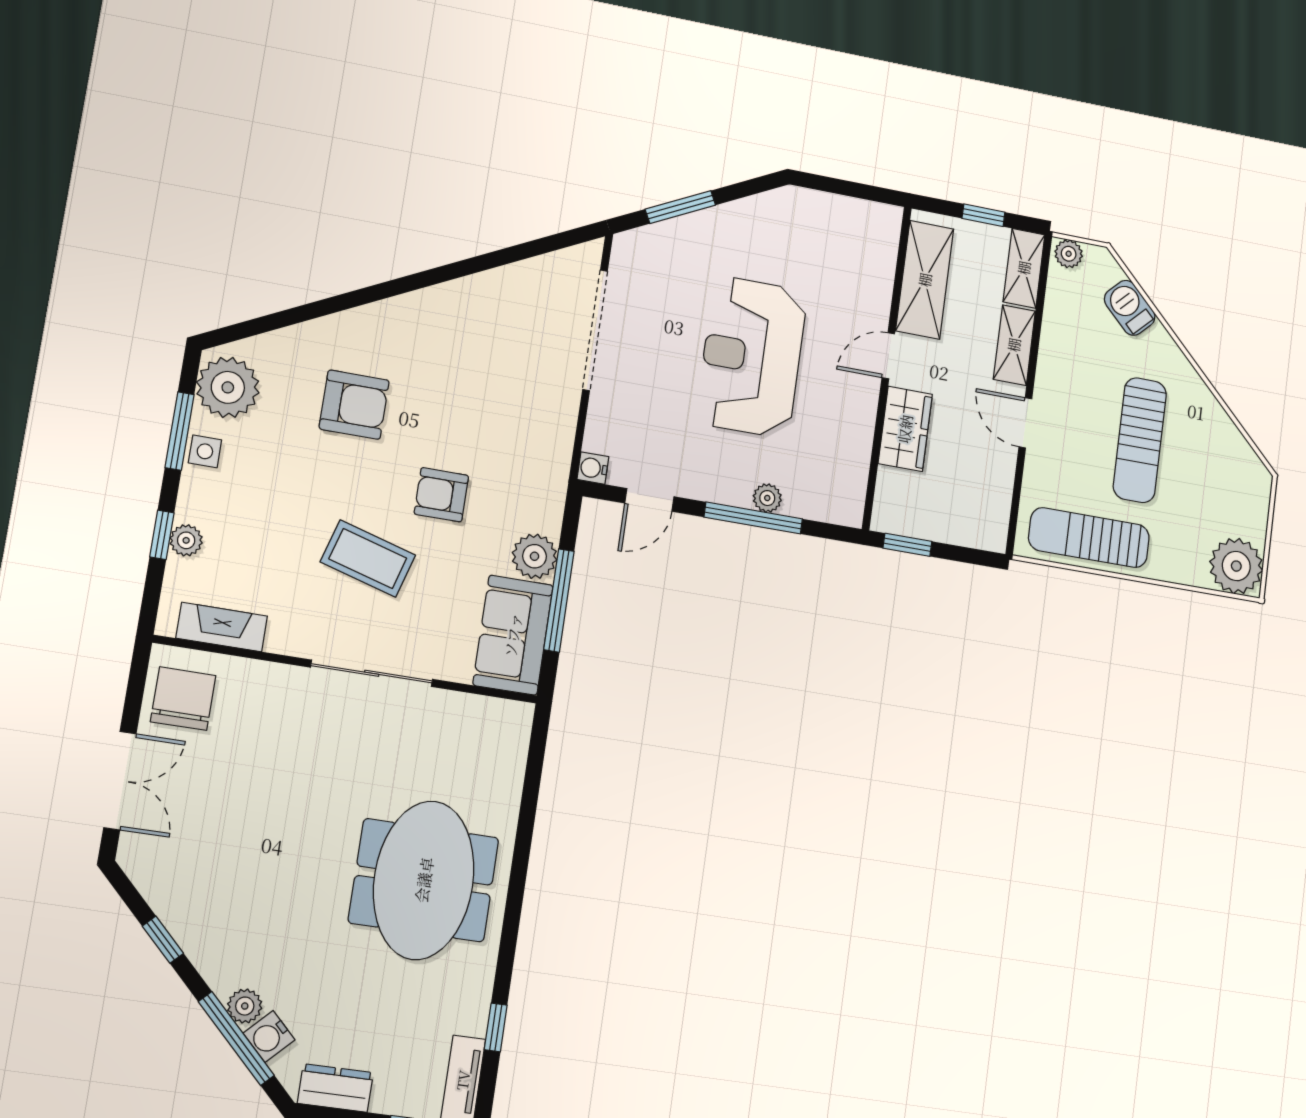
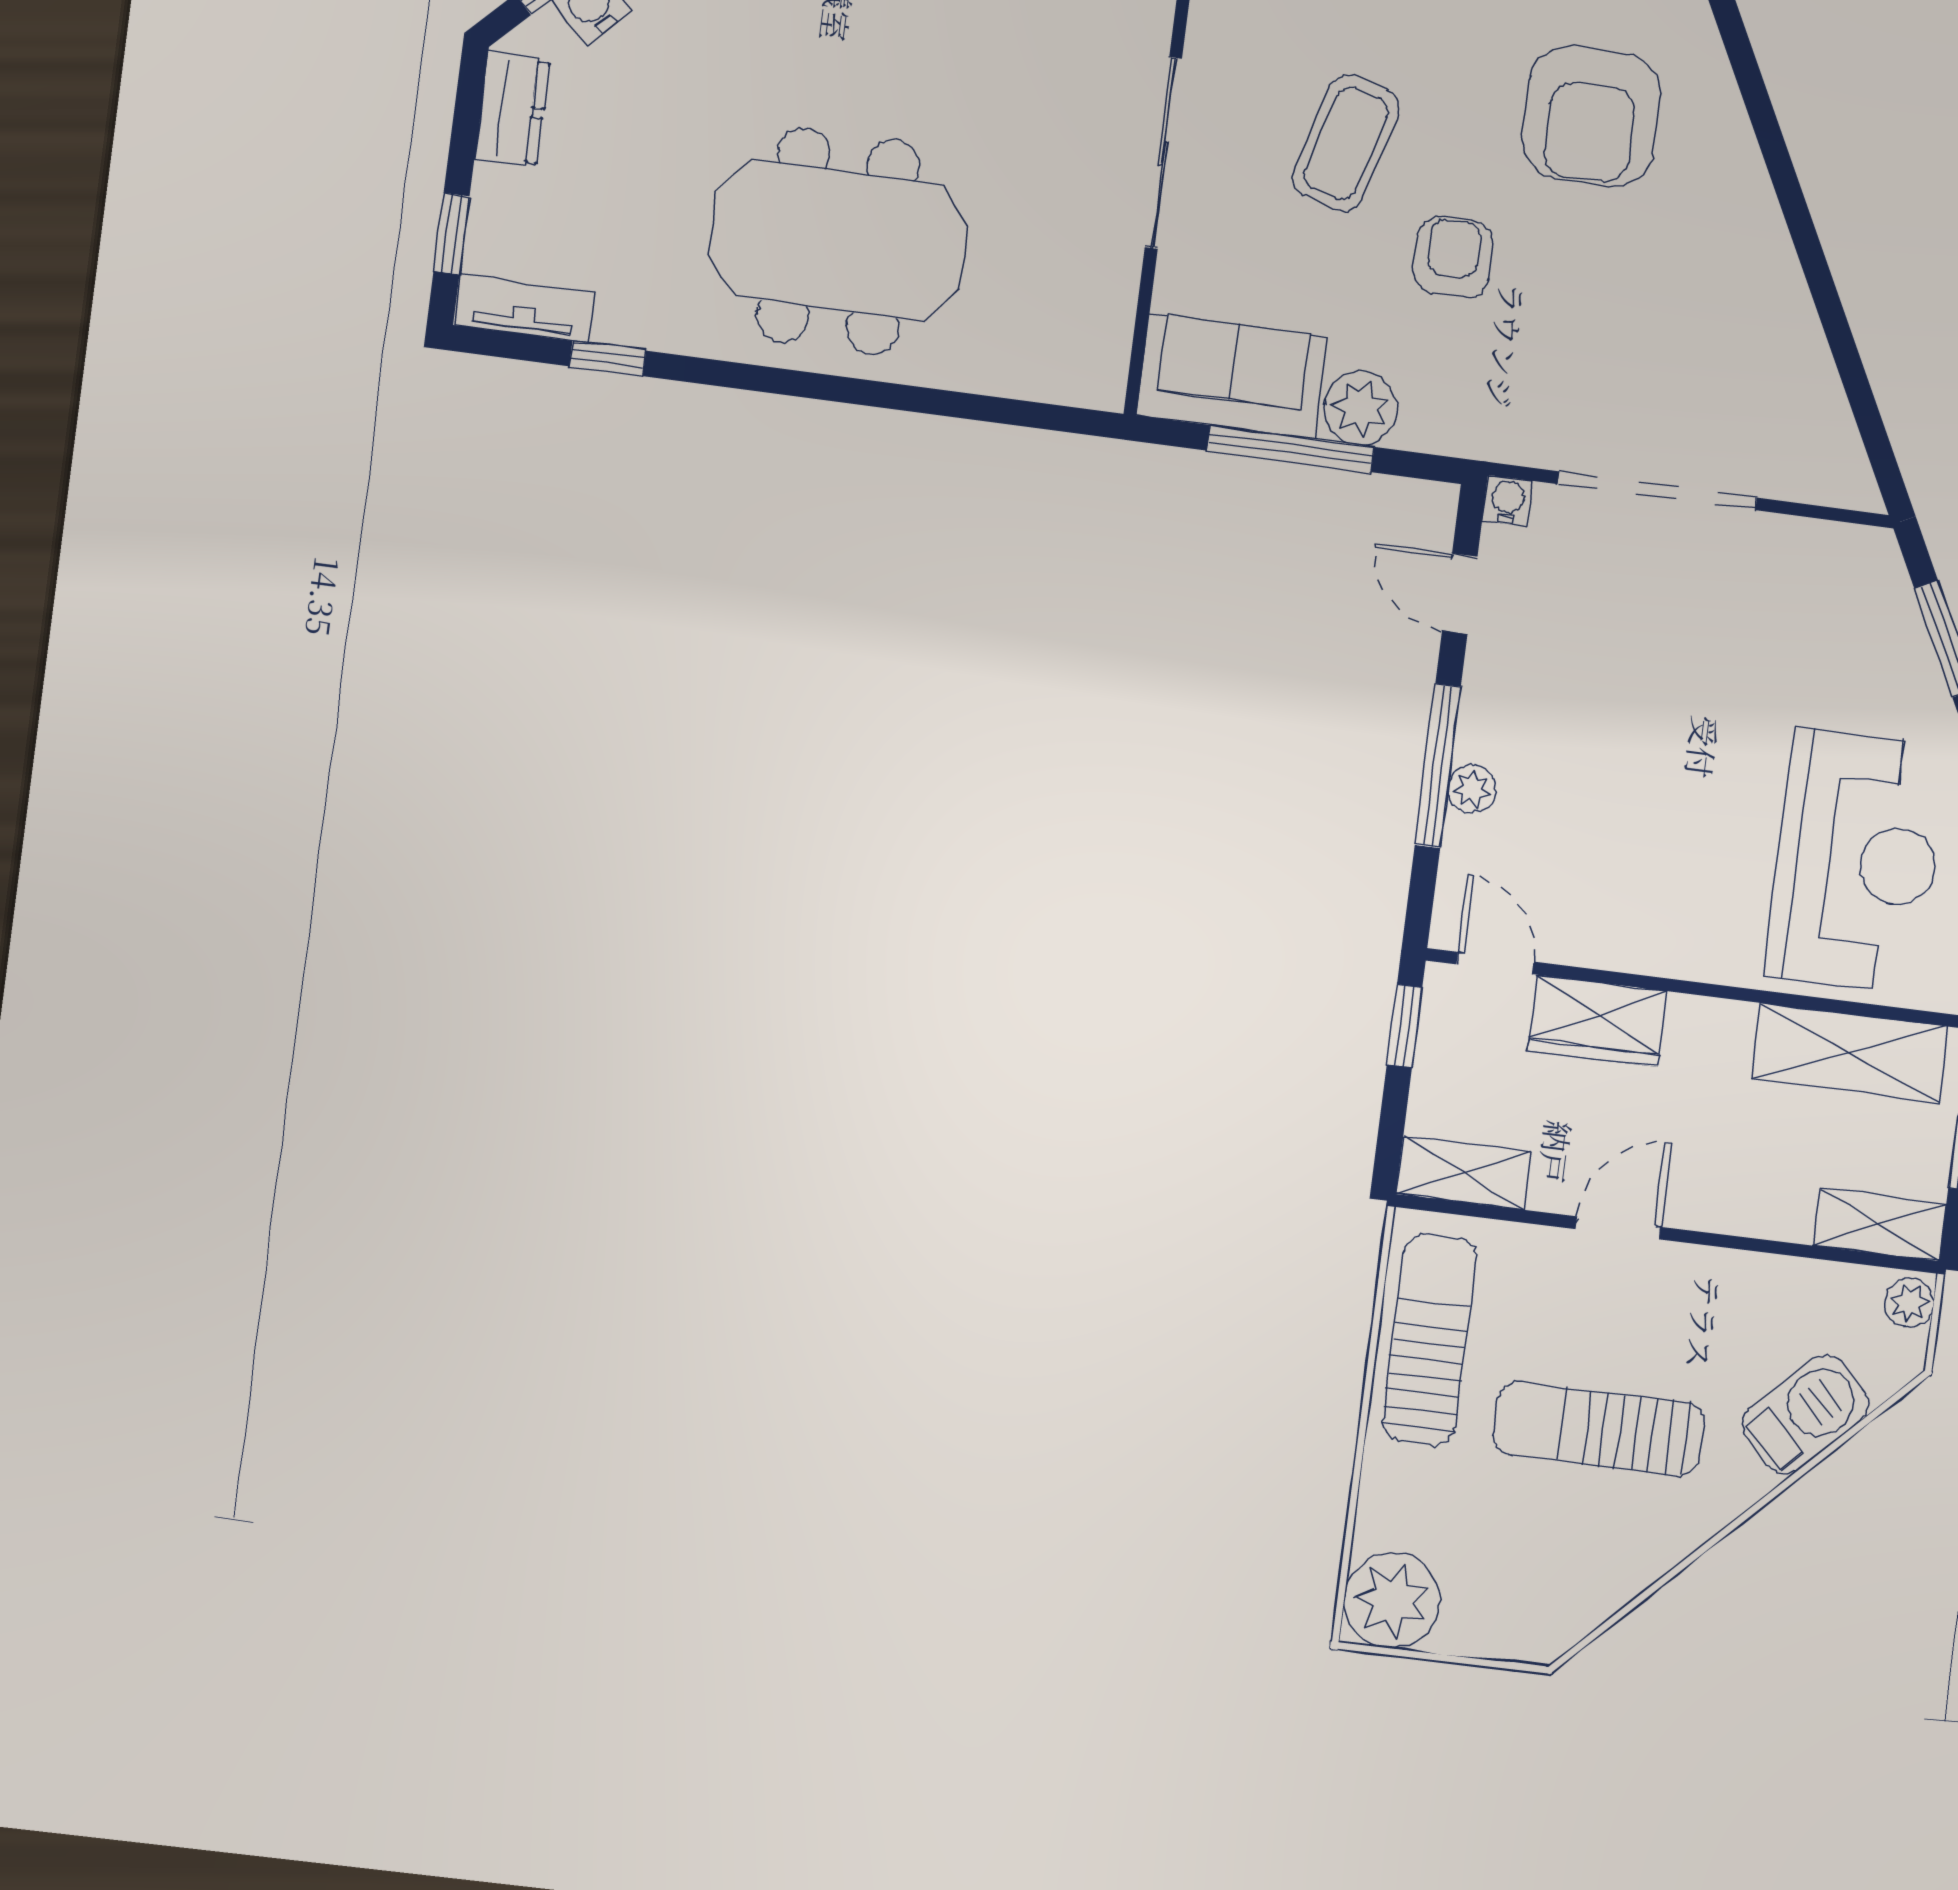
barbecue: (1130, 308) -> (1805, 1414), width x1.38, depth x1.27
doorway: (595, 330) -> (1657, 491), moved
shelving: (1014, 345) -> (1463, 1173), moved
door: (888, 356) -> (1495, 963), moved
reception desk: (752, 357) -> (1857, 861), moved, turned 90
armchair: (354, 405) -> (1591, 116), width x1.36, depth x1.36

